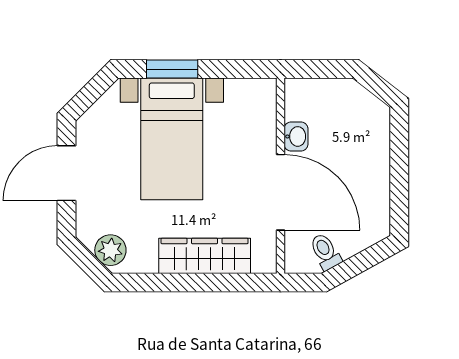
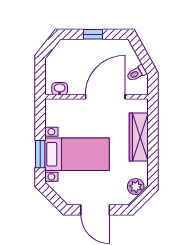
washbasin: (296, 136) -> (60, 89), moved
window: (399, 169) -> (93, 34), added

